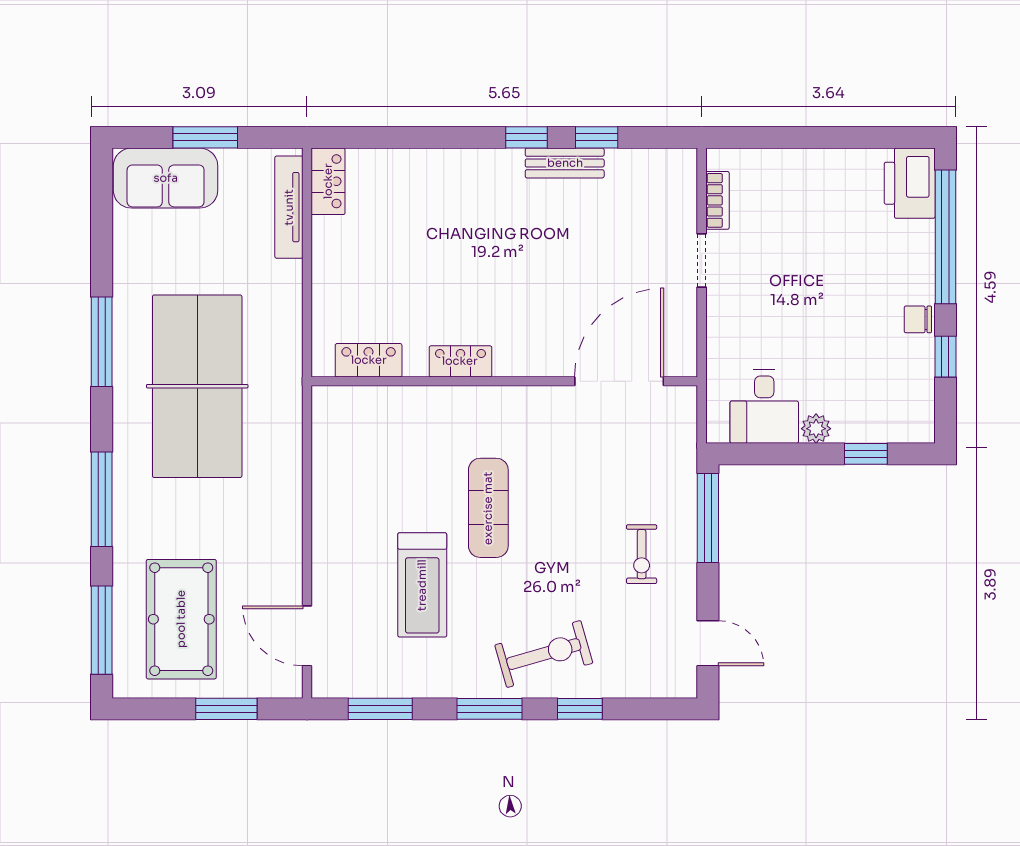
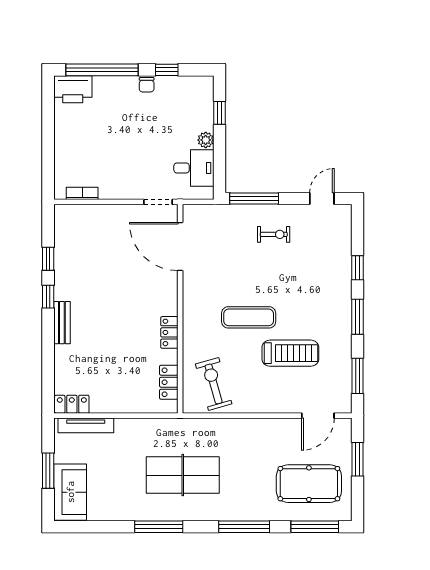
bench: (565, 163) -> (62, 323), moved
doorway: (702, 261) -> (158, 202), moved
table tennis table: (197, 386) -> (183, 475), width x0.73, depth x0.76
exercise bike: (544, 654) -> (214, 384), moved

